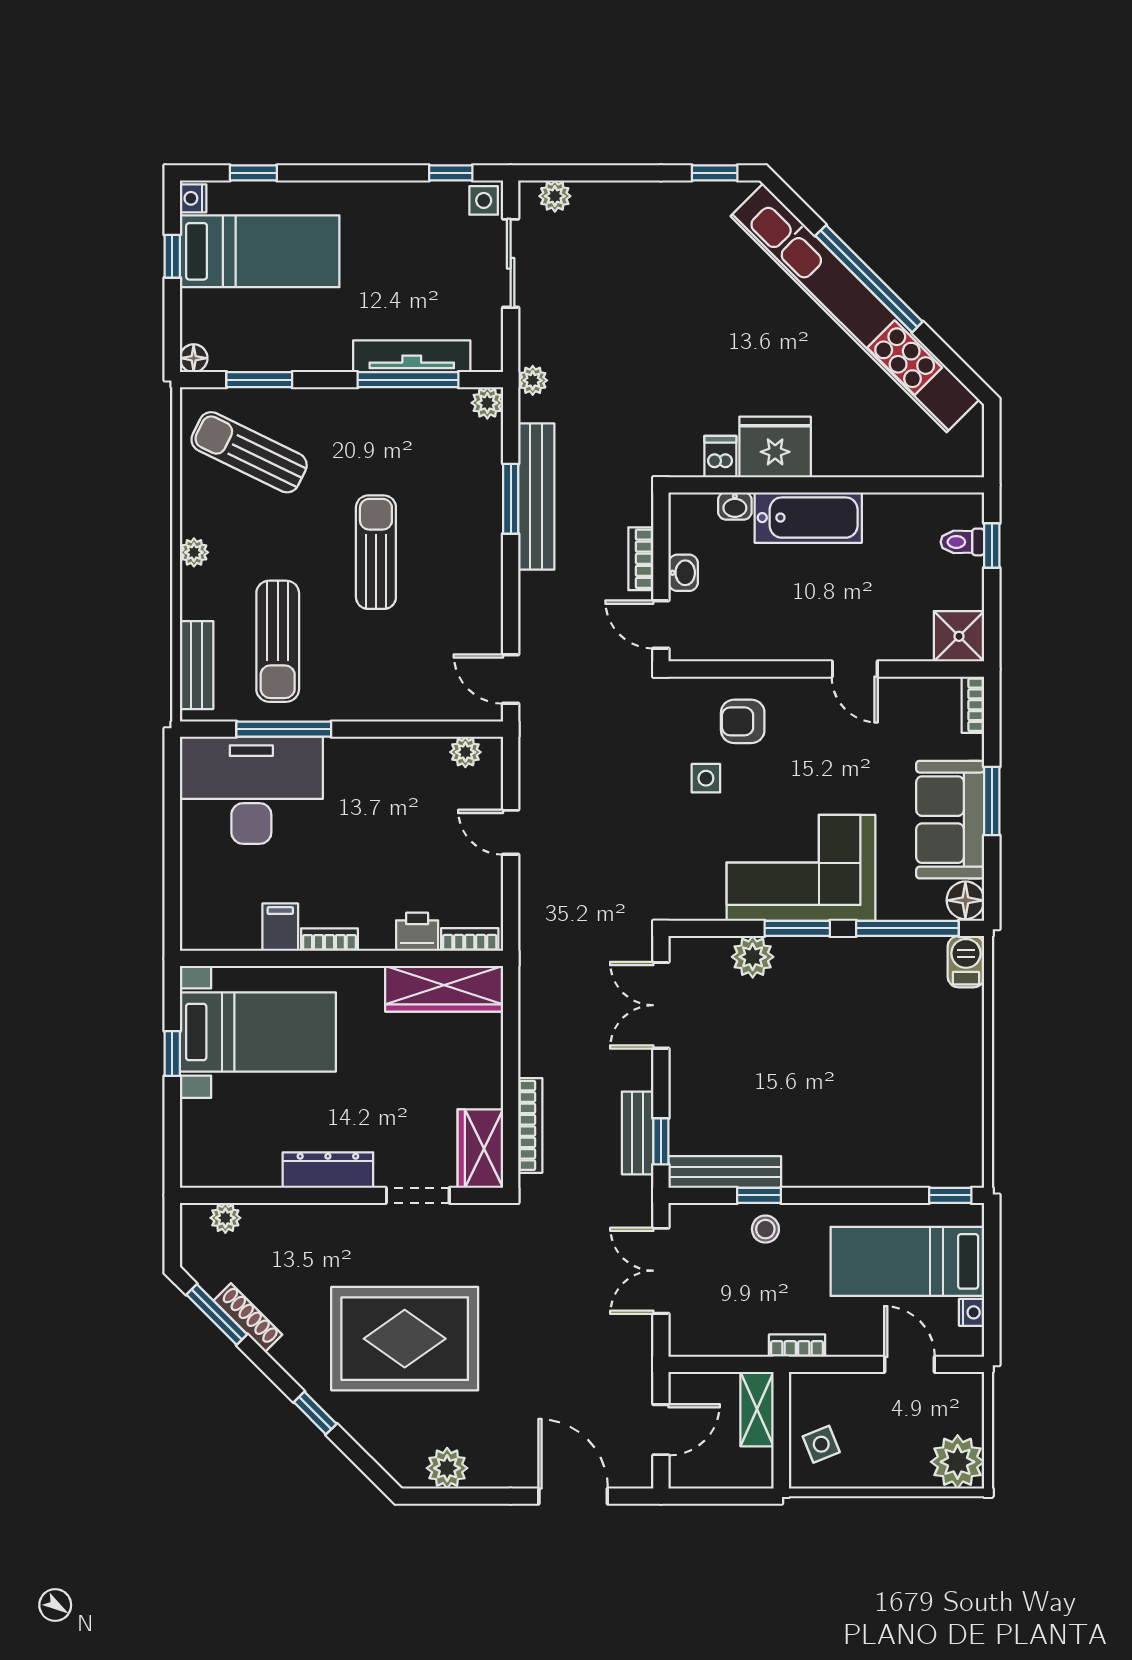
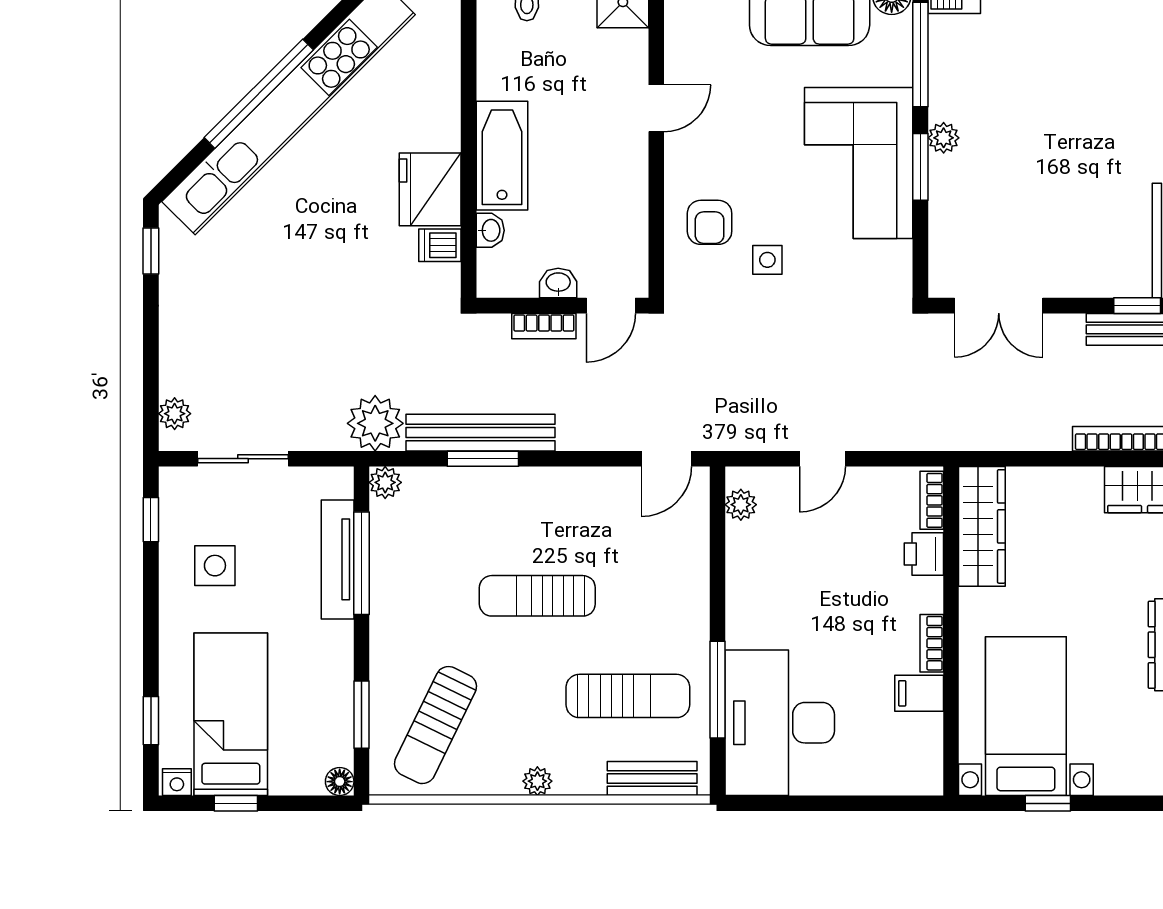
side table: (484, 200) -> (215, 566), moved, width x1.37, depth x1.37
plant: (533, 380) -> (375, 423), width x1.87, depth x1.87
plant: (753, 957) -> (944, 138), moved, width x0.73, depth x0.73

